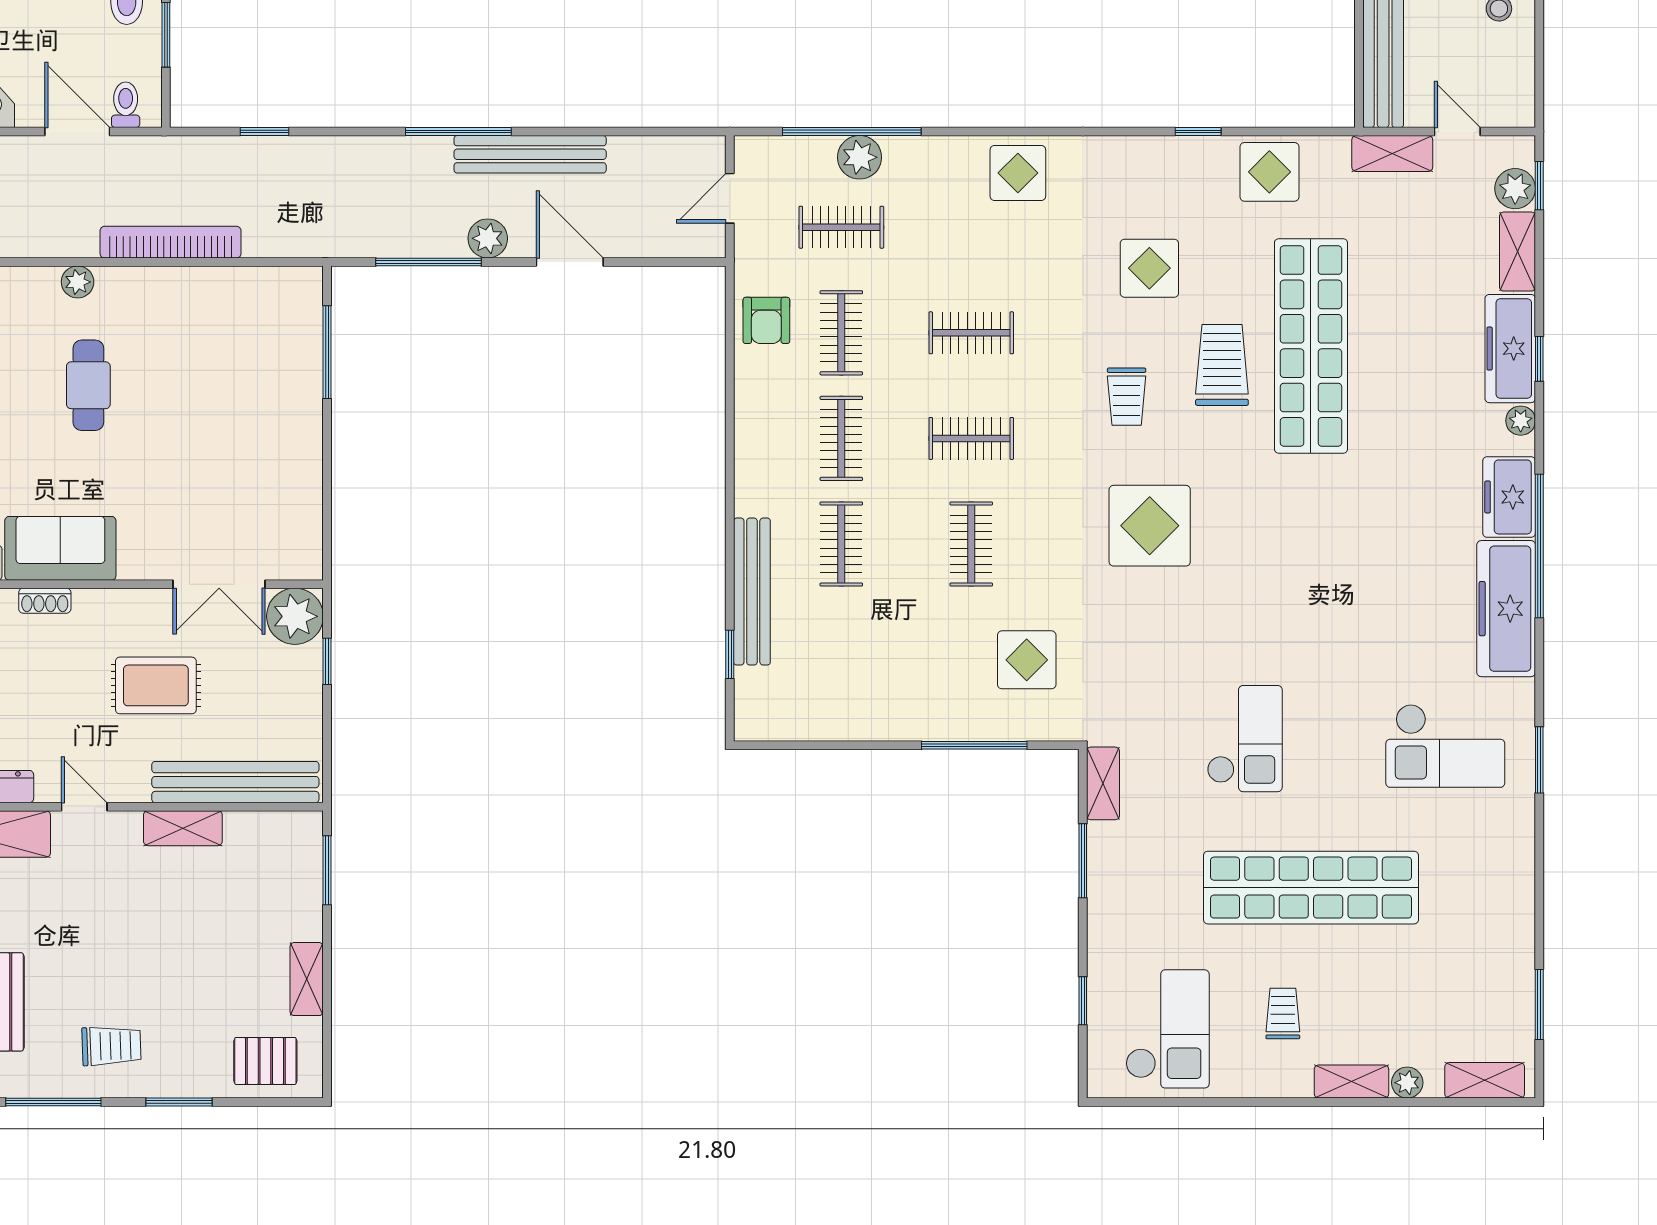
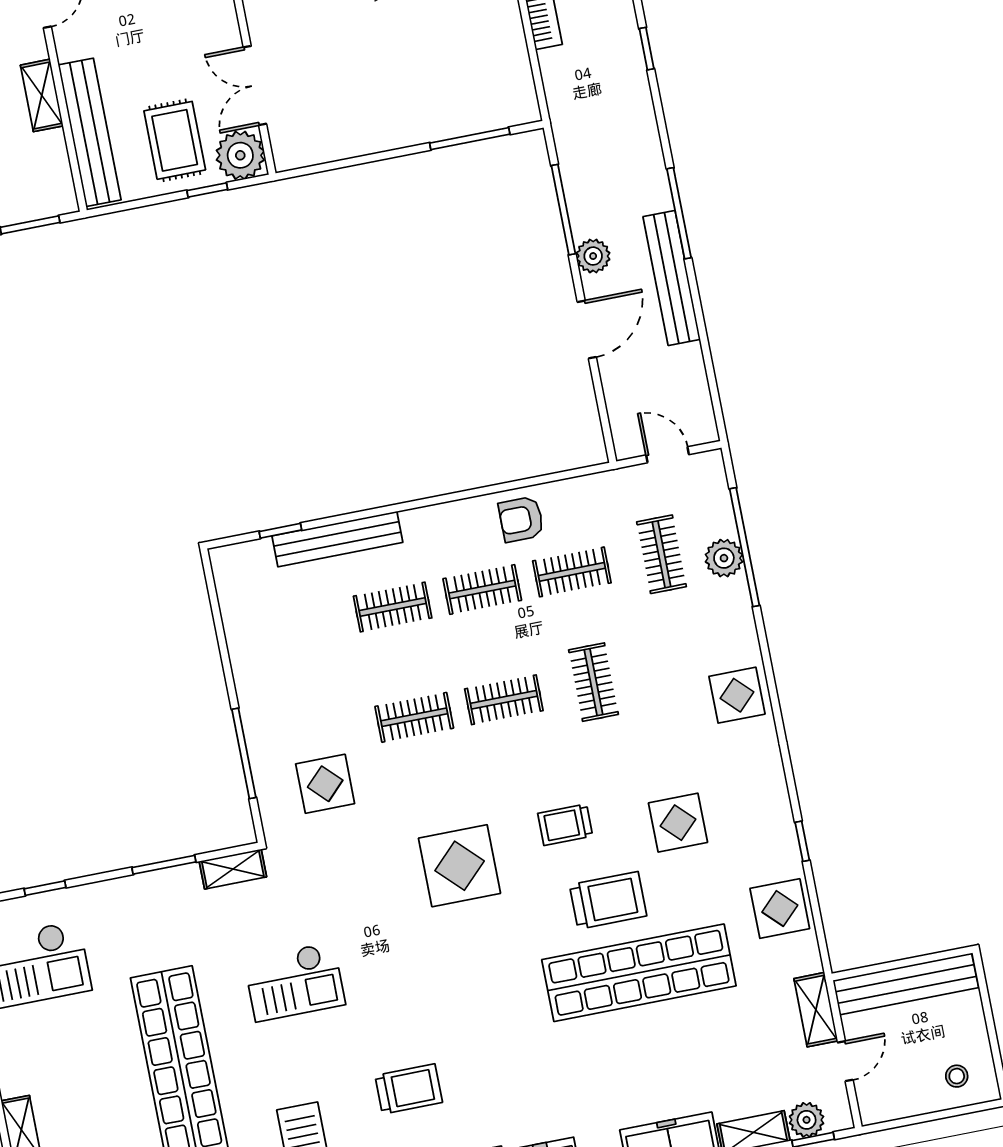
armchair: (766, 320) -> (521, 519), moved
clothes rail: (971, 438) -> (504, 700), turned 90
rug: (156, 685) -> (175, 140), moved
trolley: (1283, 1014) -> (409, 1089), moved, width x1.36, depth x1.39

